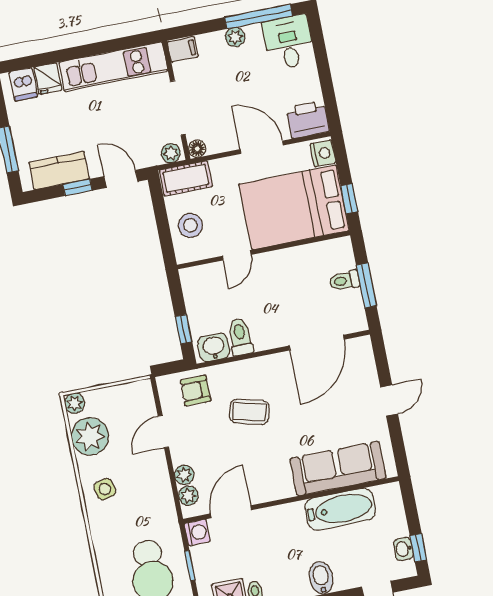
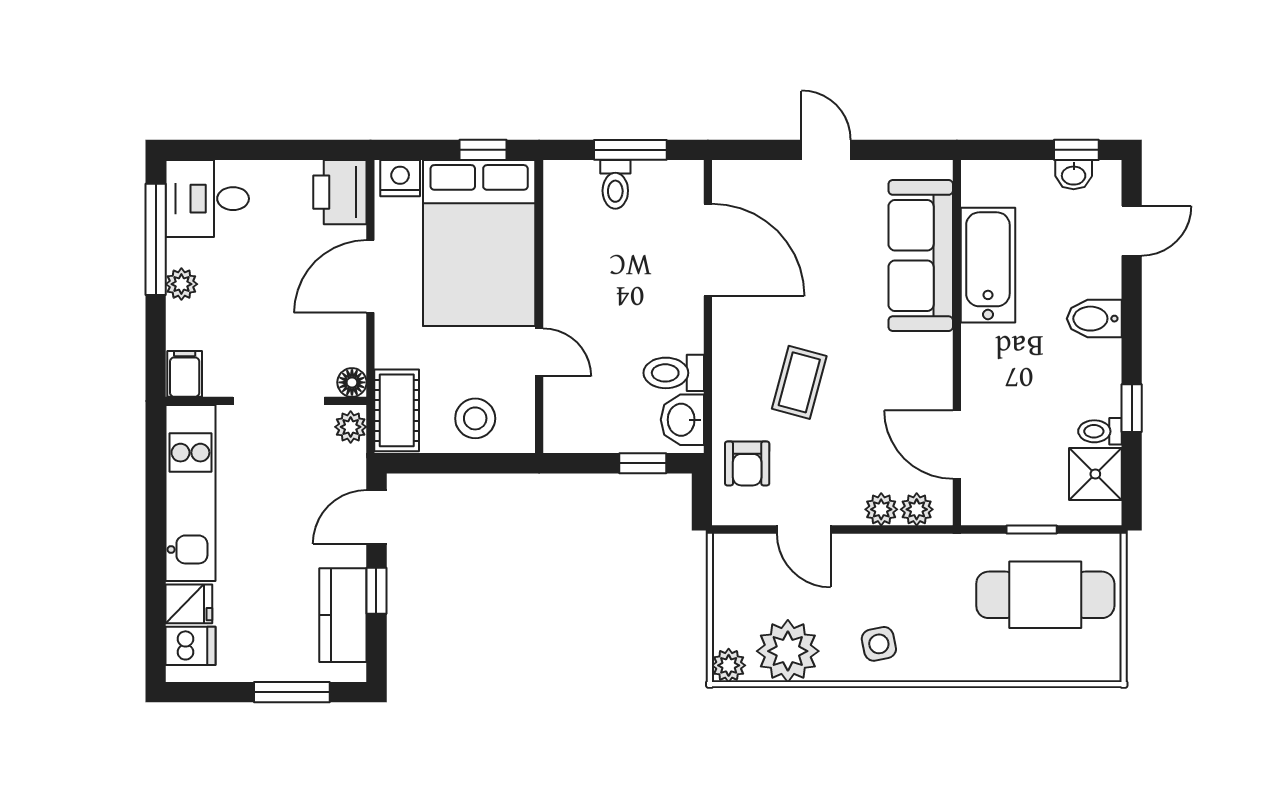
washing machine: (197, 532) -> (980, 507), removed

